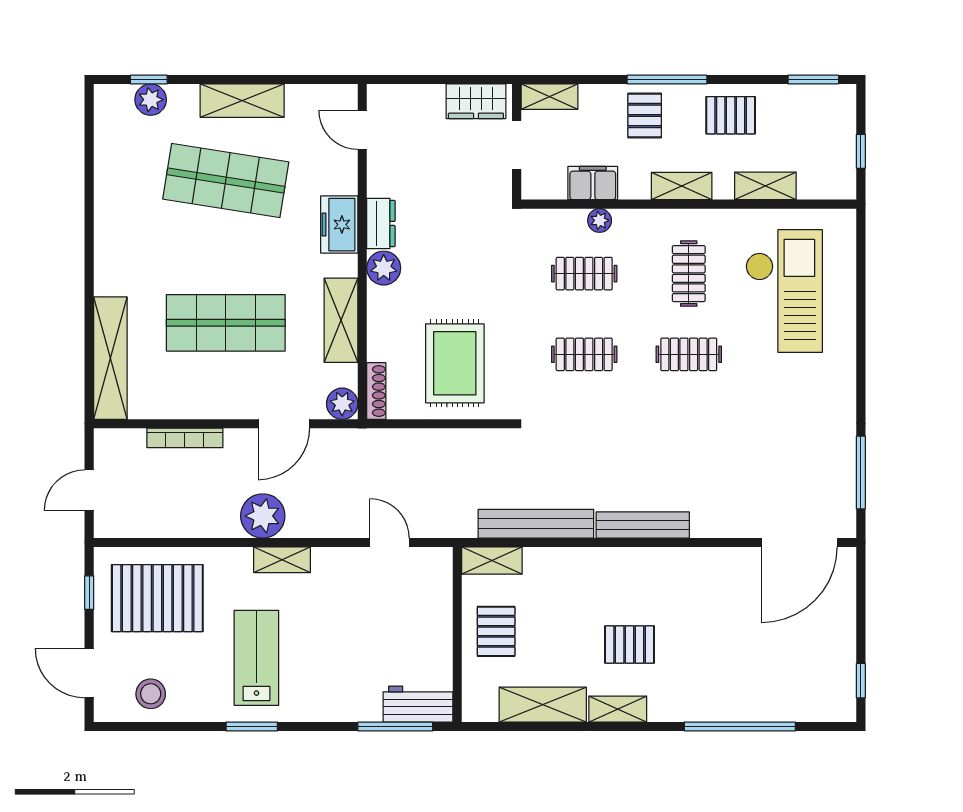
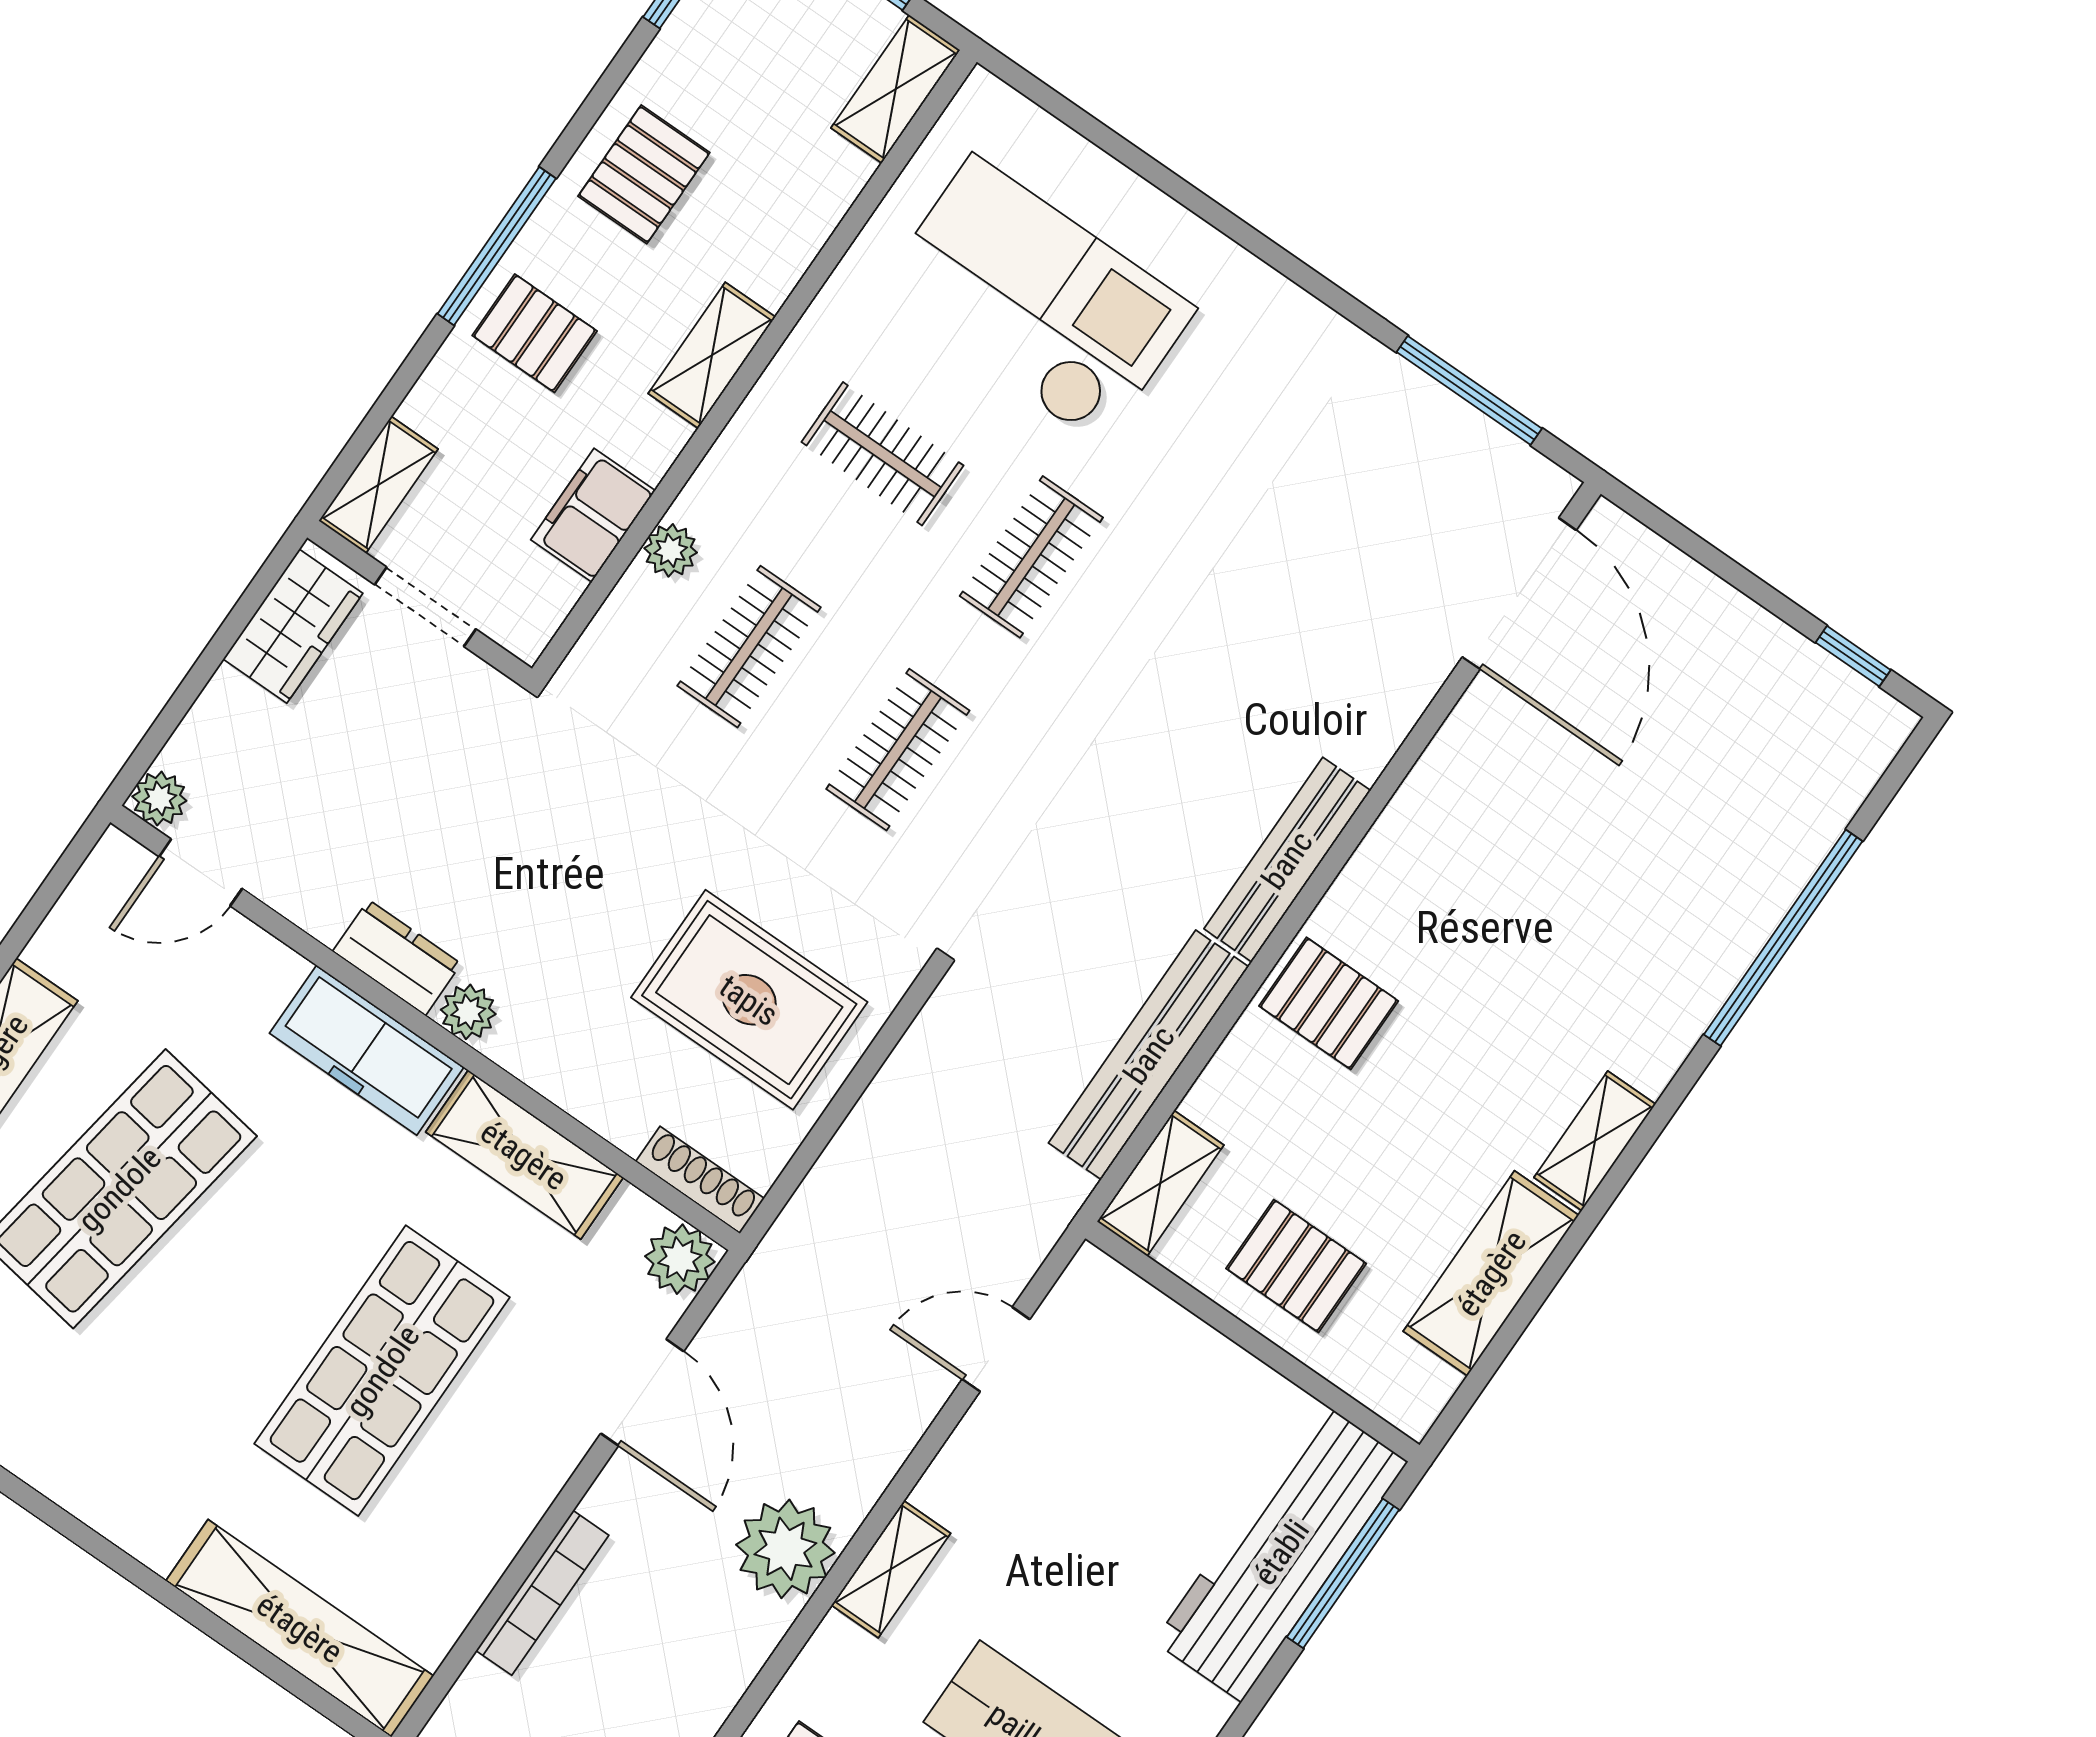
plant: (379, 96) -> (159, 799), added
shelving: (765, 186) -> (896, 89), moved
freezer: (339, 225) -> (367, 1050), width x1.40
plant: (384, 268) -> (468, 1012), width x0.73, depth x0.73
pallet: (630, 644) -> (1329, 1003), moved, turned 90
workbench: (418, 704) -> (1281, 1552), width x1.88, depth x1.32

